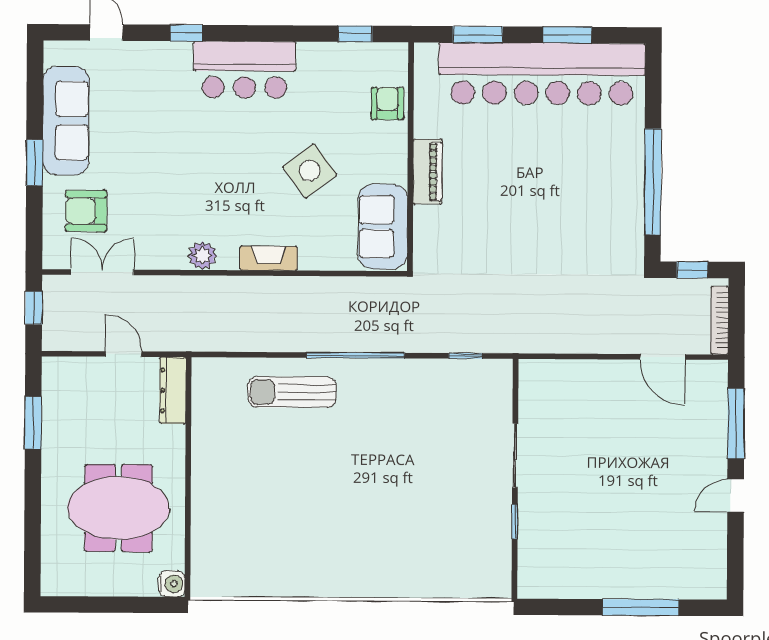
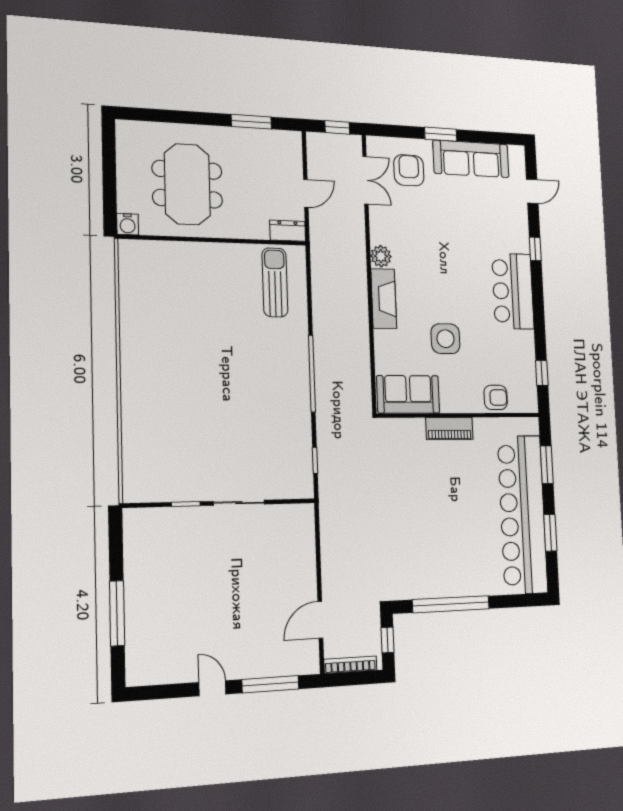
side table: (310, 171) -> (445, 339), turned 37
fireplace: (269, 258) -> (384, 299), width x1.37, depth x1.32
dresser: (173, 390) -> (288, 231), width x0.70
sun lounger: (292, 392) -> (275, 282), moved

